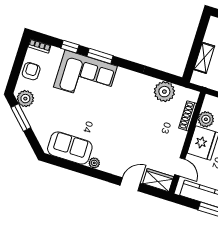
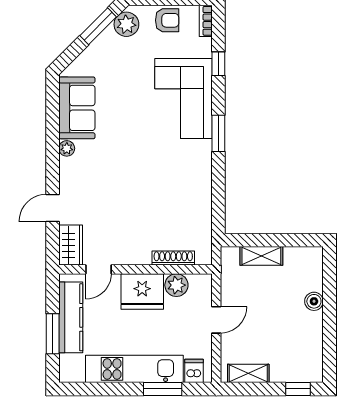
window: (100, 56) -> (218, 133), moved
plant: (164, 92) -> (197, 215), removed
door: (130, 184) -> (53, 208), swing flipped

